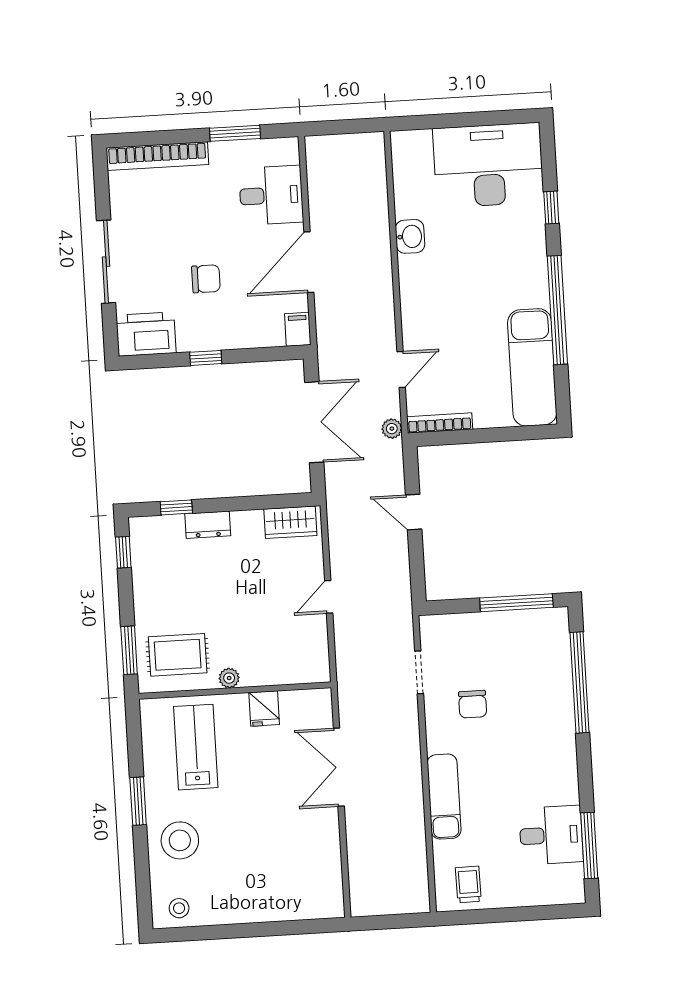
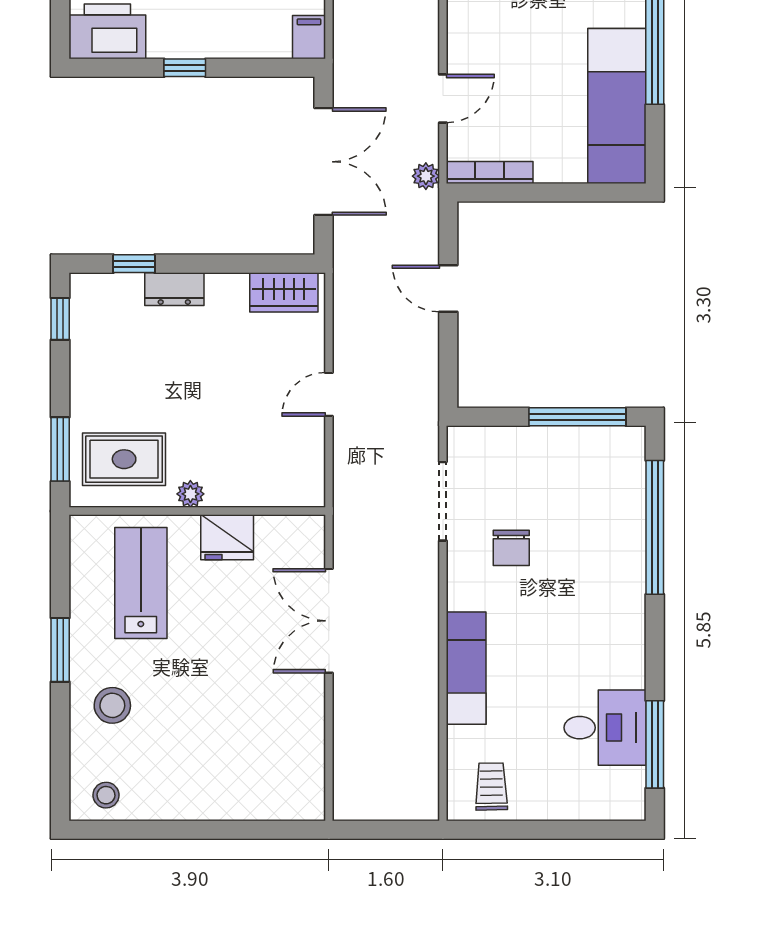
doorway: (419, 672) -> (443, 501), width x1.38
fridge: (264, 709) -> (227, 537), width x1.38
stool: (180, 840) -> (112, 705), width x0.73, depth x0.73

